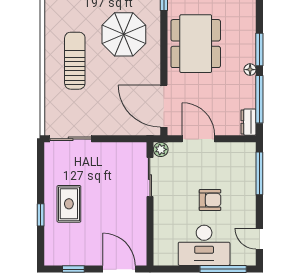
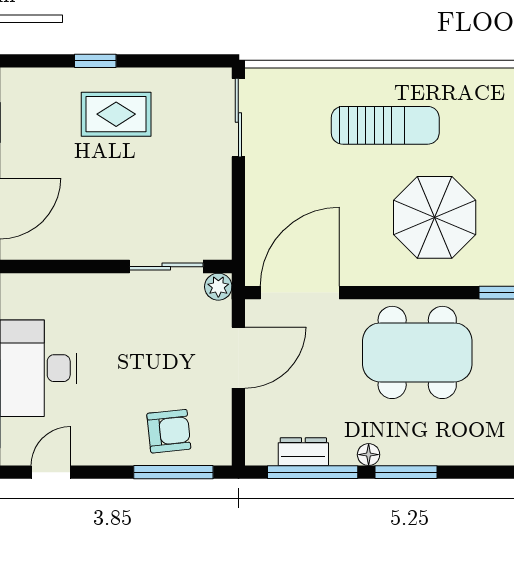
dresser: (248, 122) -> (303, 452), moved
armchair: (210, 200) -> (169, 431), moved, turned -96

